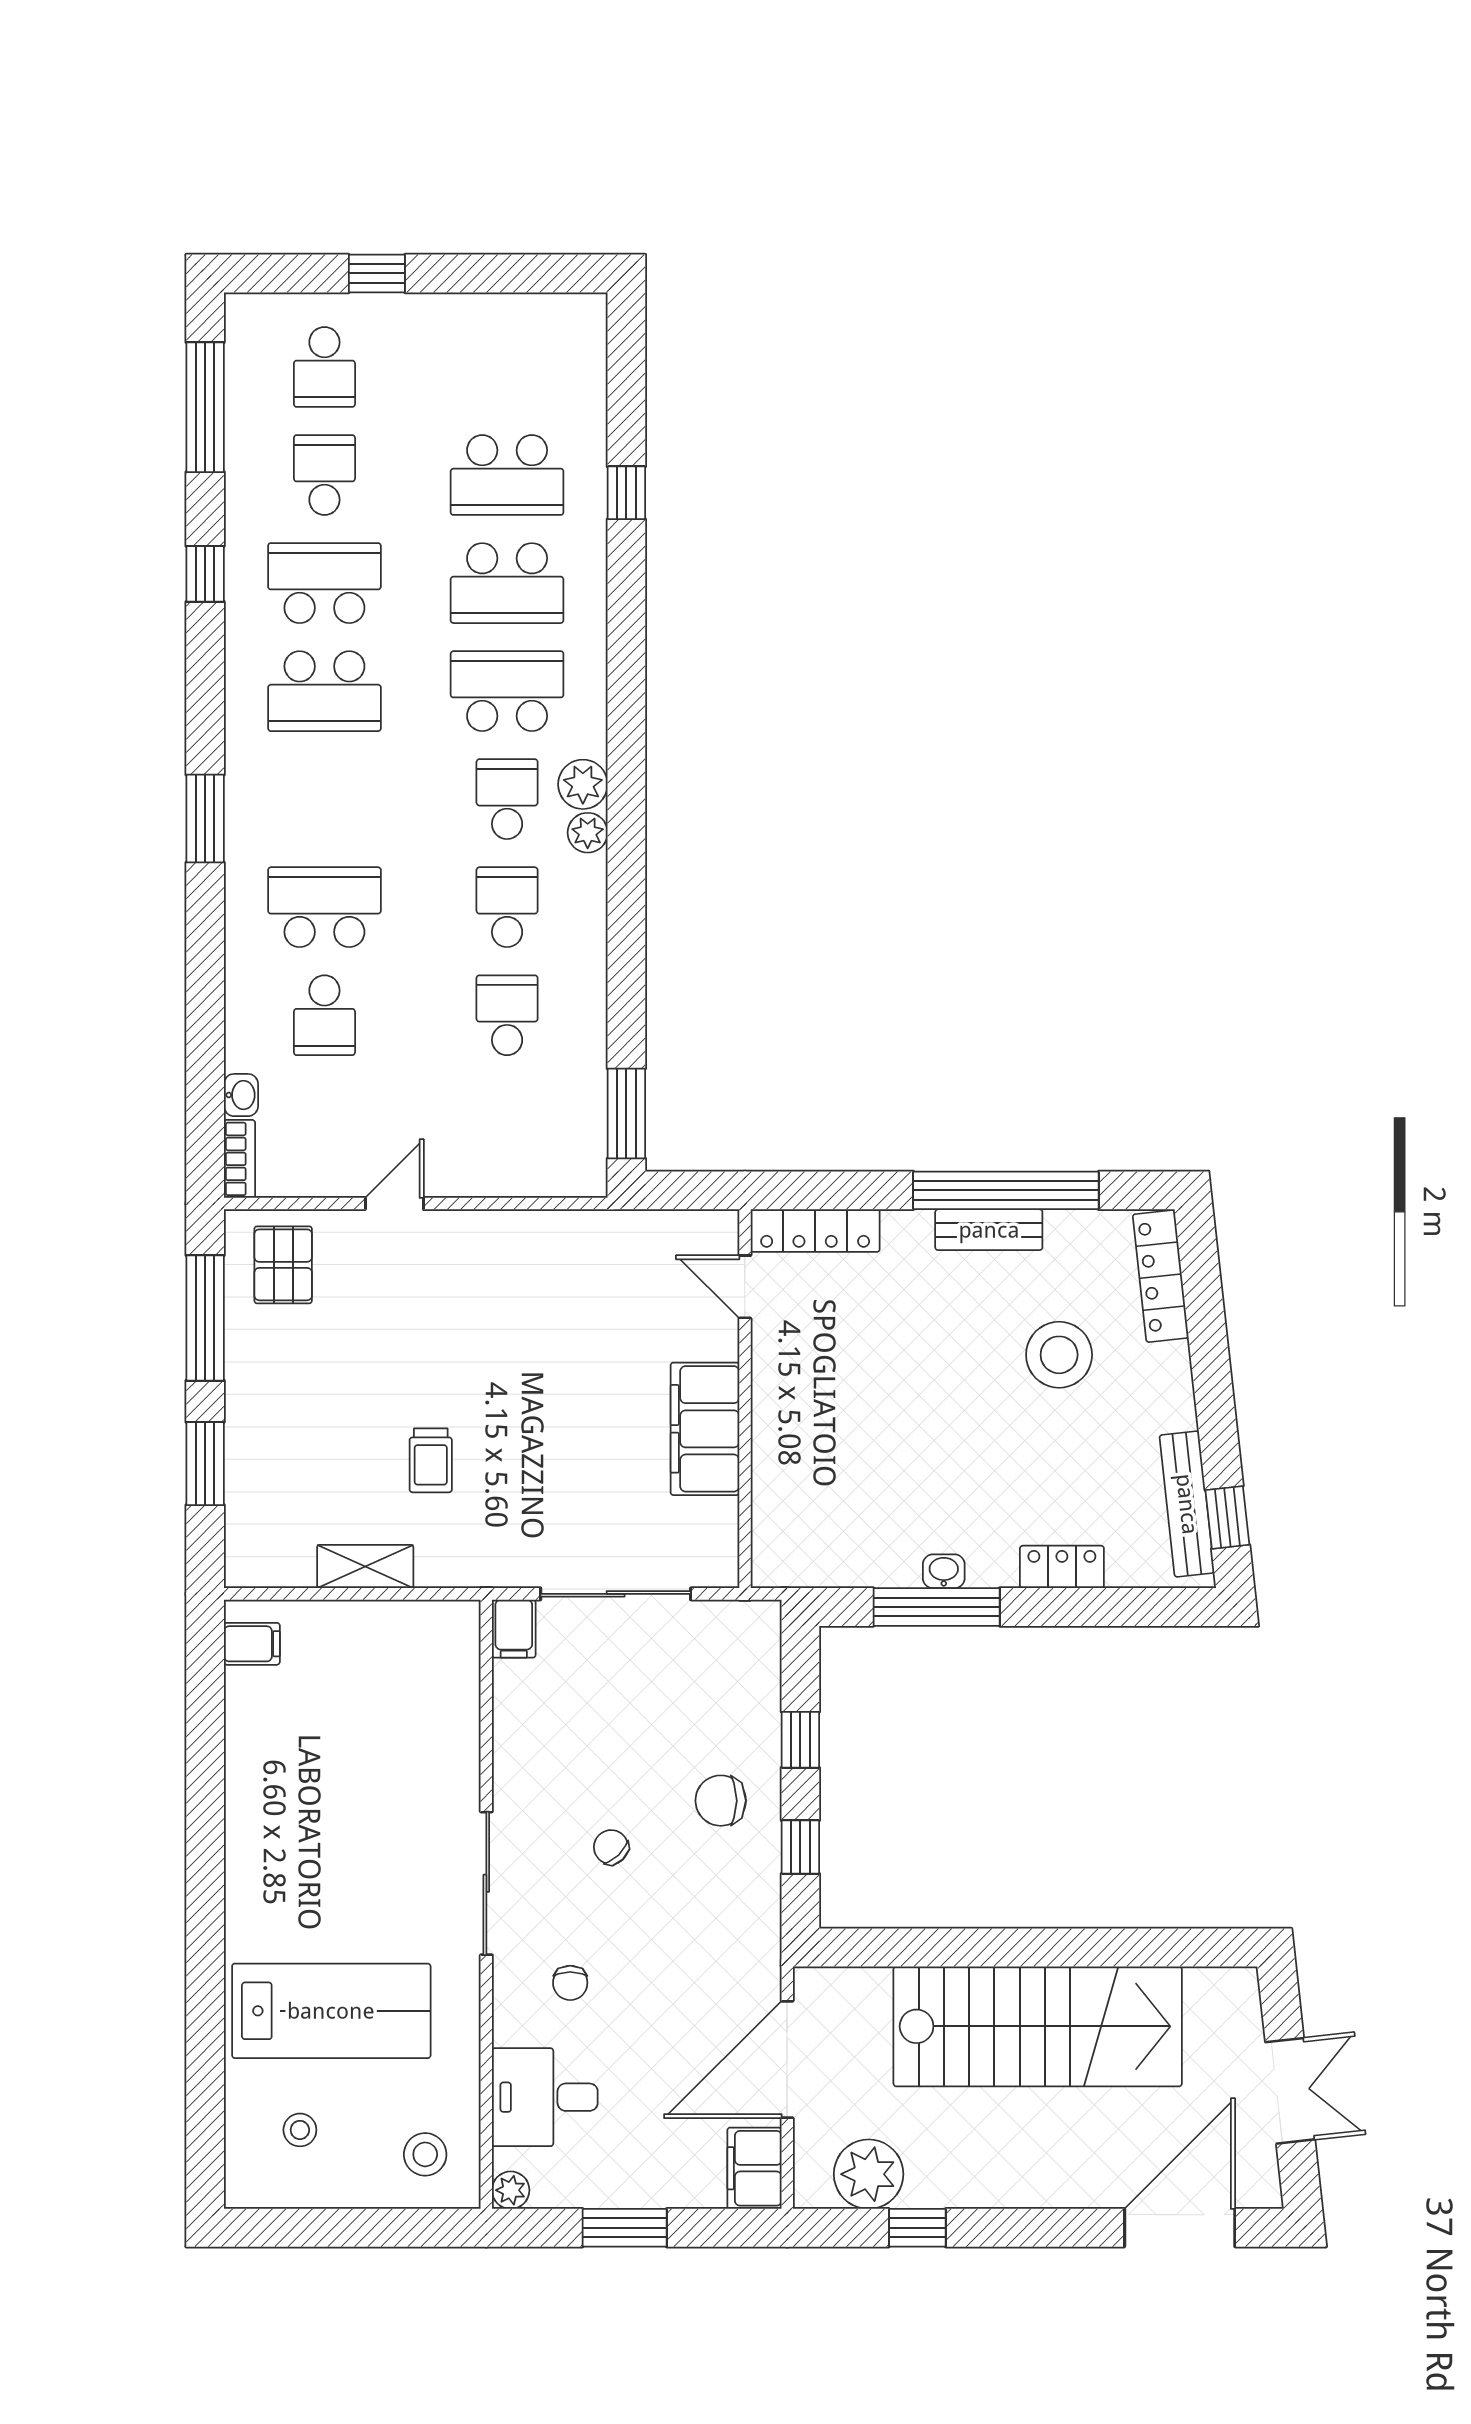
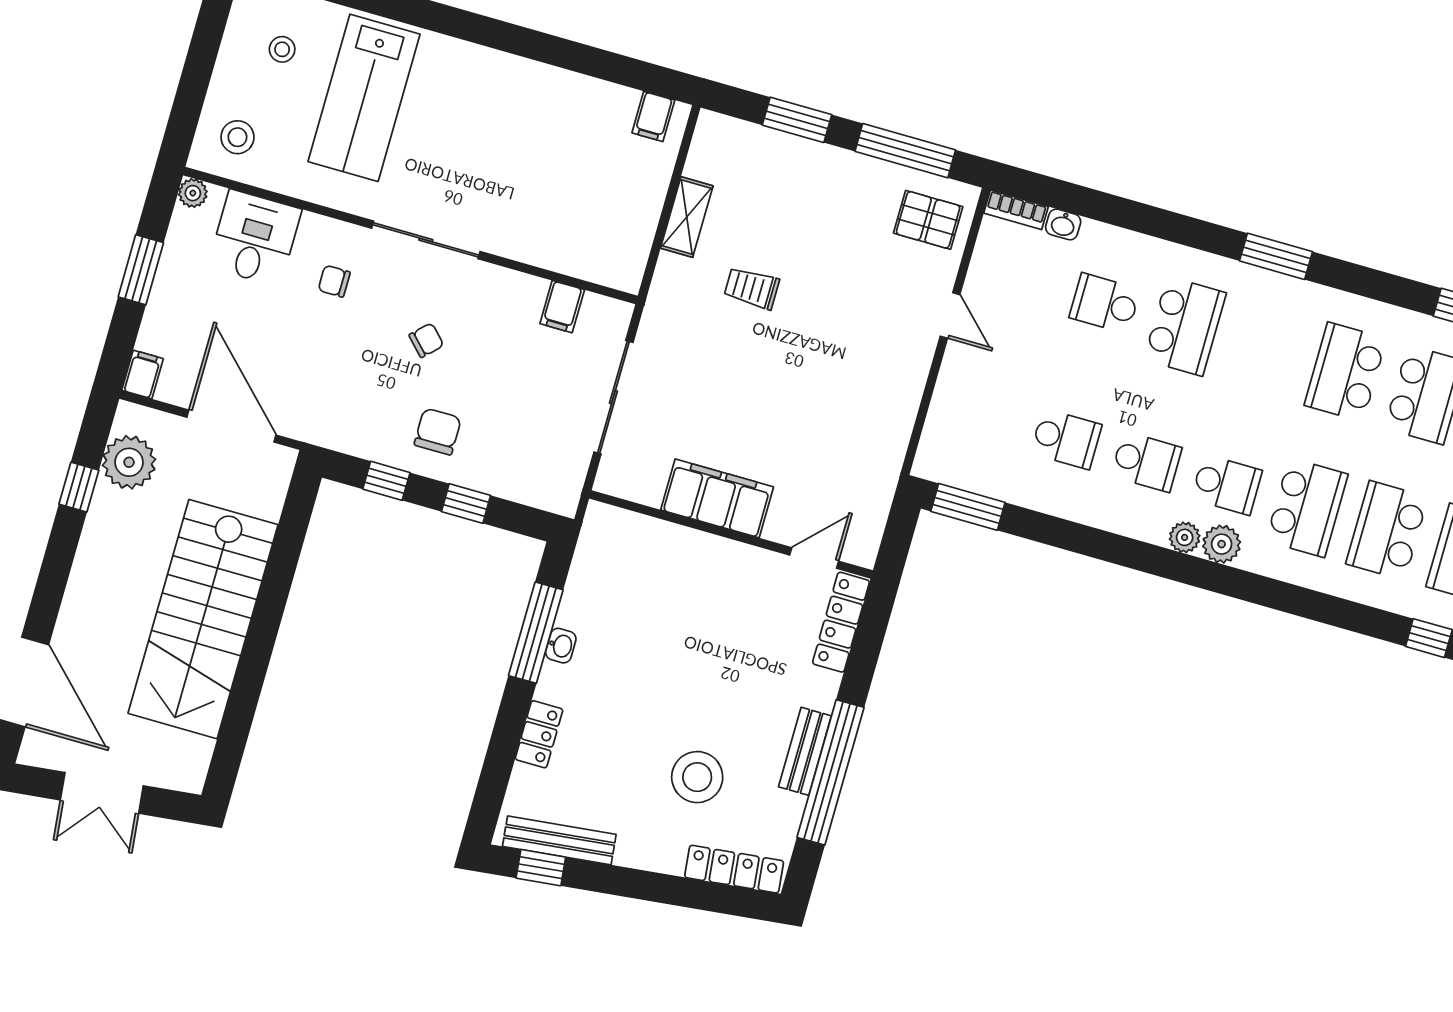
filing cabinet: (514, 1629) -> (562, 307), moved, turned -90
filing cabinet: (754, 2168) -> (142, 374), width x0.50

